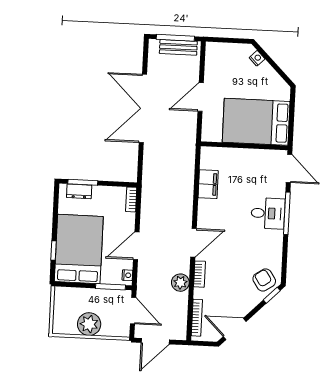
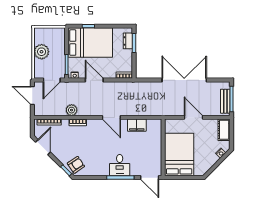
cot: (222, 51) -> (224, 130), added
door: (289, 169) -> (150, 178), hinge flipped
door: (193, 243) -> (111, 117), moved

